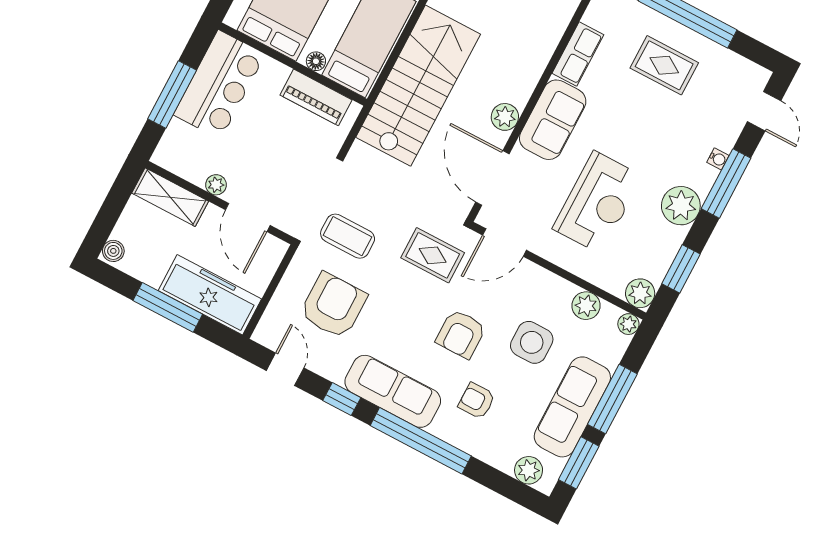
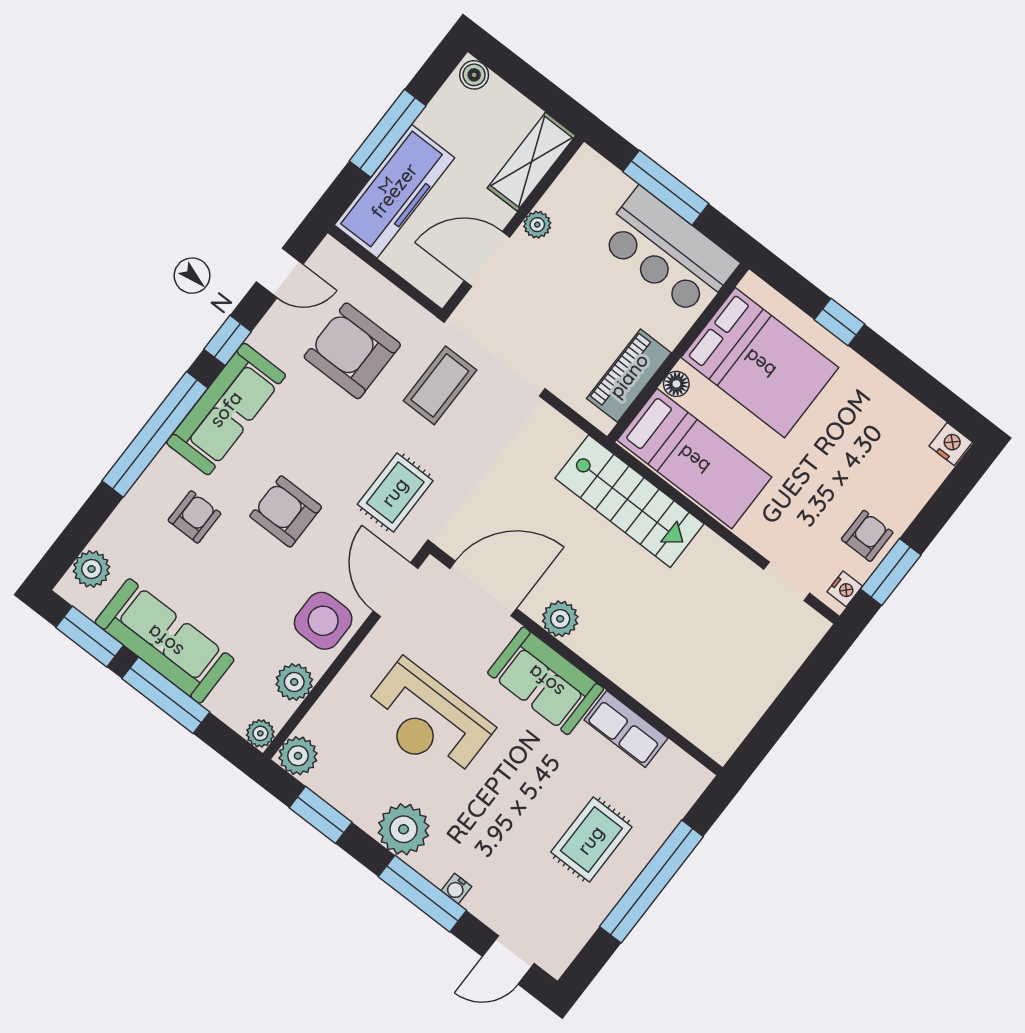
stairs: (418, 86) -> (629, 501), width x0.73, depth x0.66
armchair: (333, 305) -> (352, 351), turned 180
side table: (532, 342) -> (323, 621), moved

